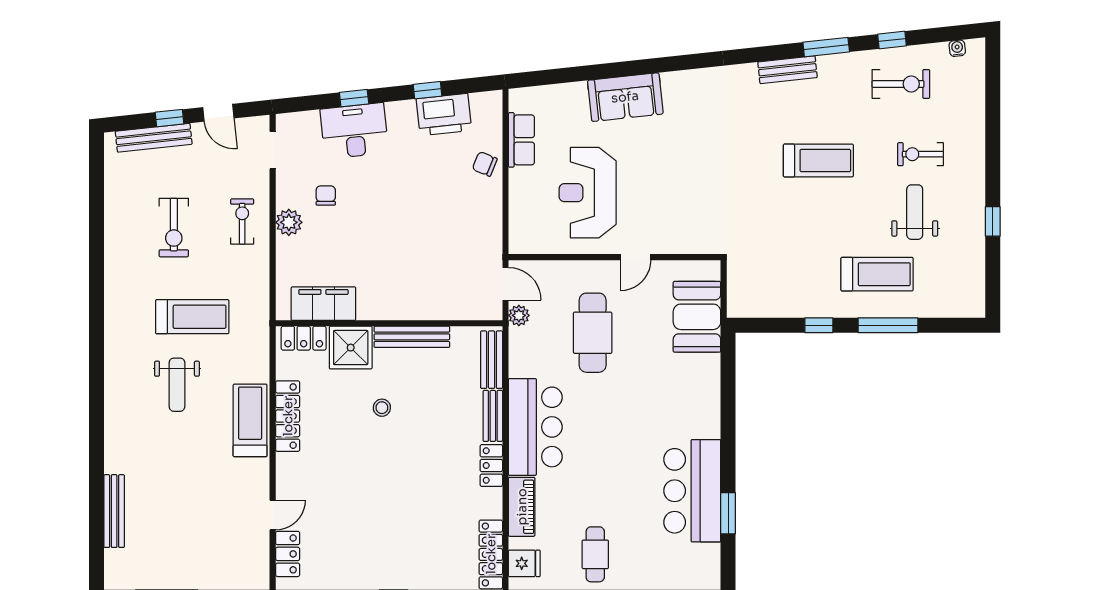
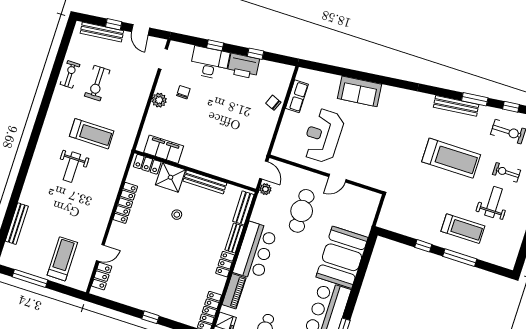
bench: (787, 70) -> (456, 106), width x1.36
printer: (444, 115) -> (243, 66), moved
treadmill: (818, 160) -> (451, 158), width x1.37, depth x1.38
exercise bike: (242, 221) -> (70, 74), moved
booth: (697, 317) -> (342, 257), moved, width x1.36, depth x1.42
treadmill: (250, 420) -> (62, 259), moved

